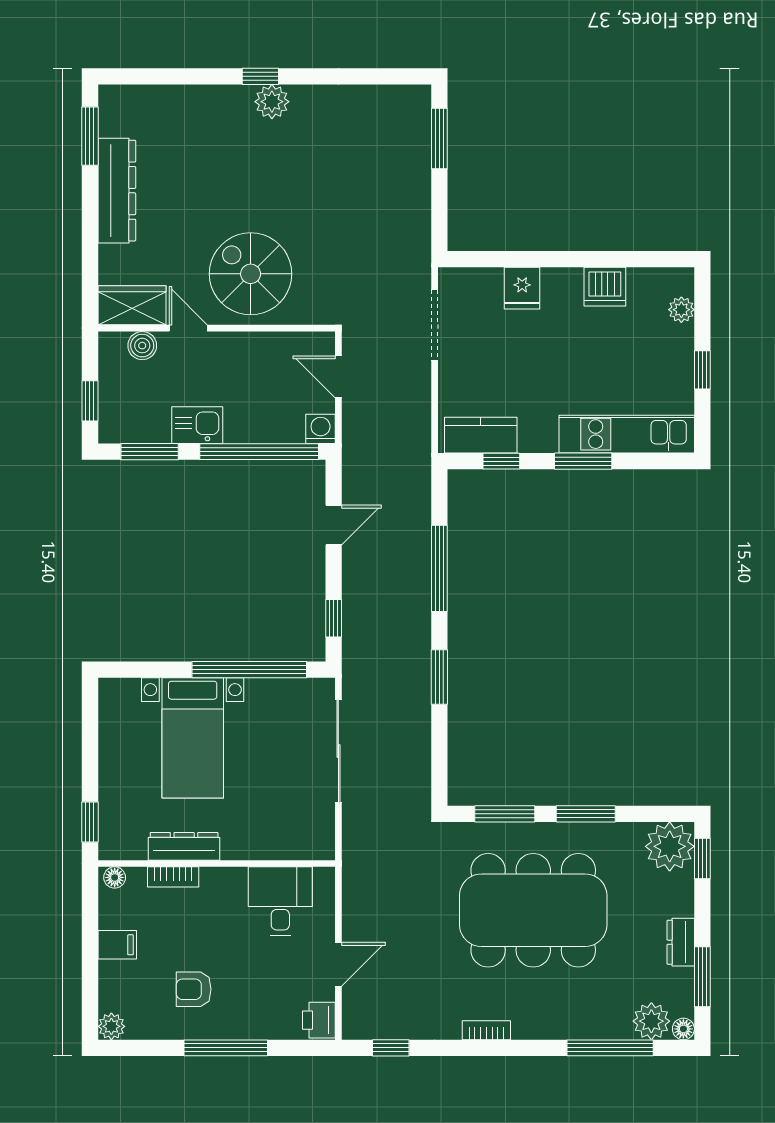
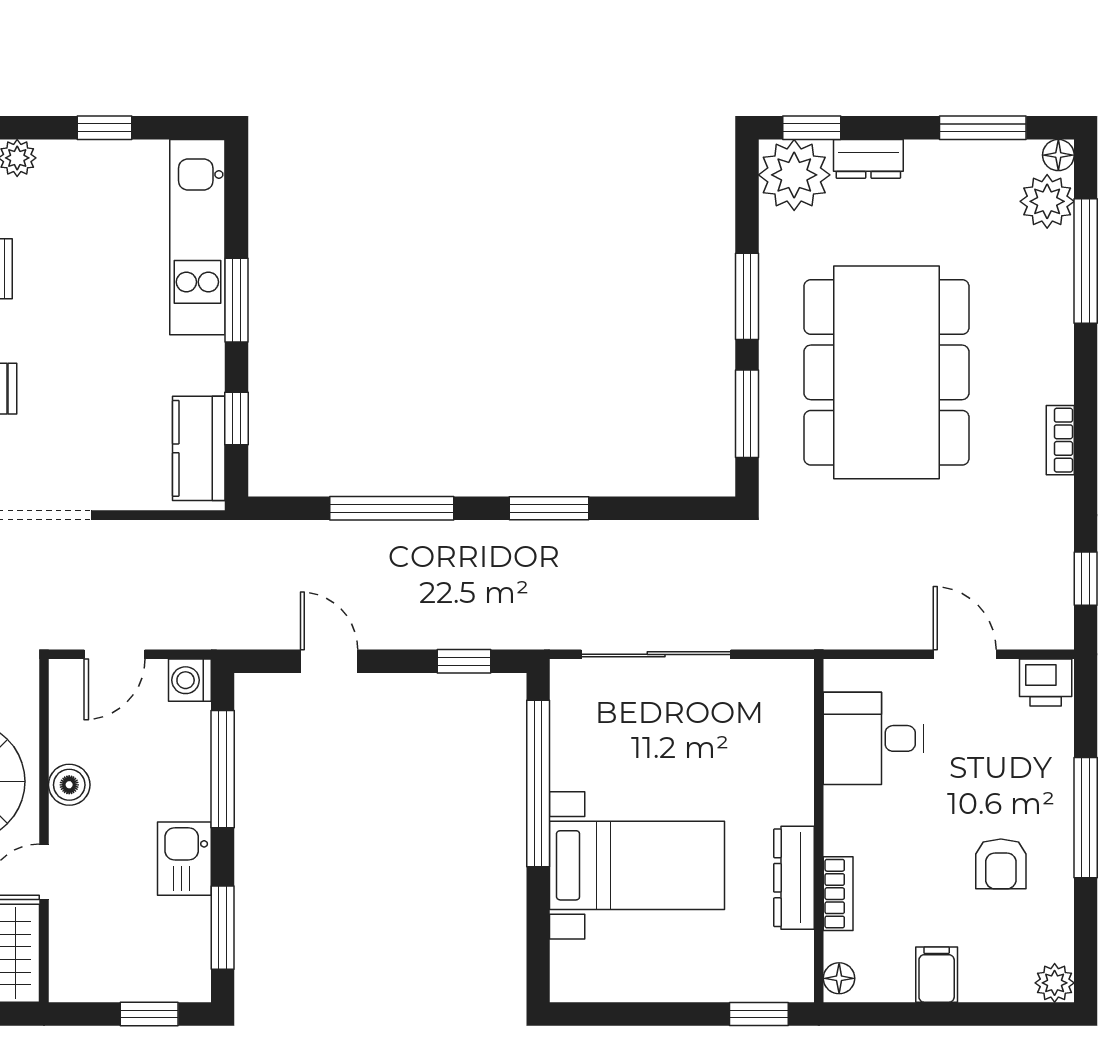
boiler: (142, 346) -> (69, 785), moved
window: (259, 452) -> (223, 769), width x0.68
dresser: (681, 942) -> (868, 159), moved

